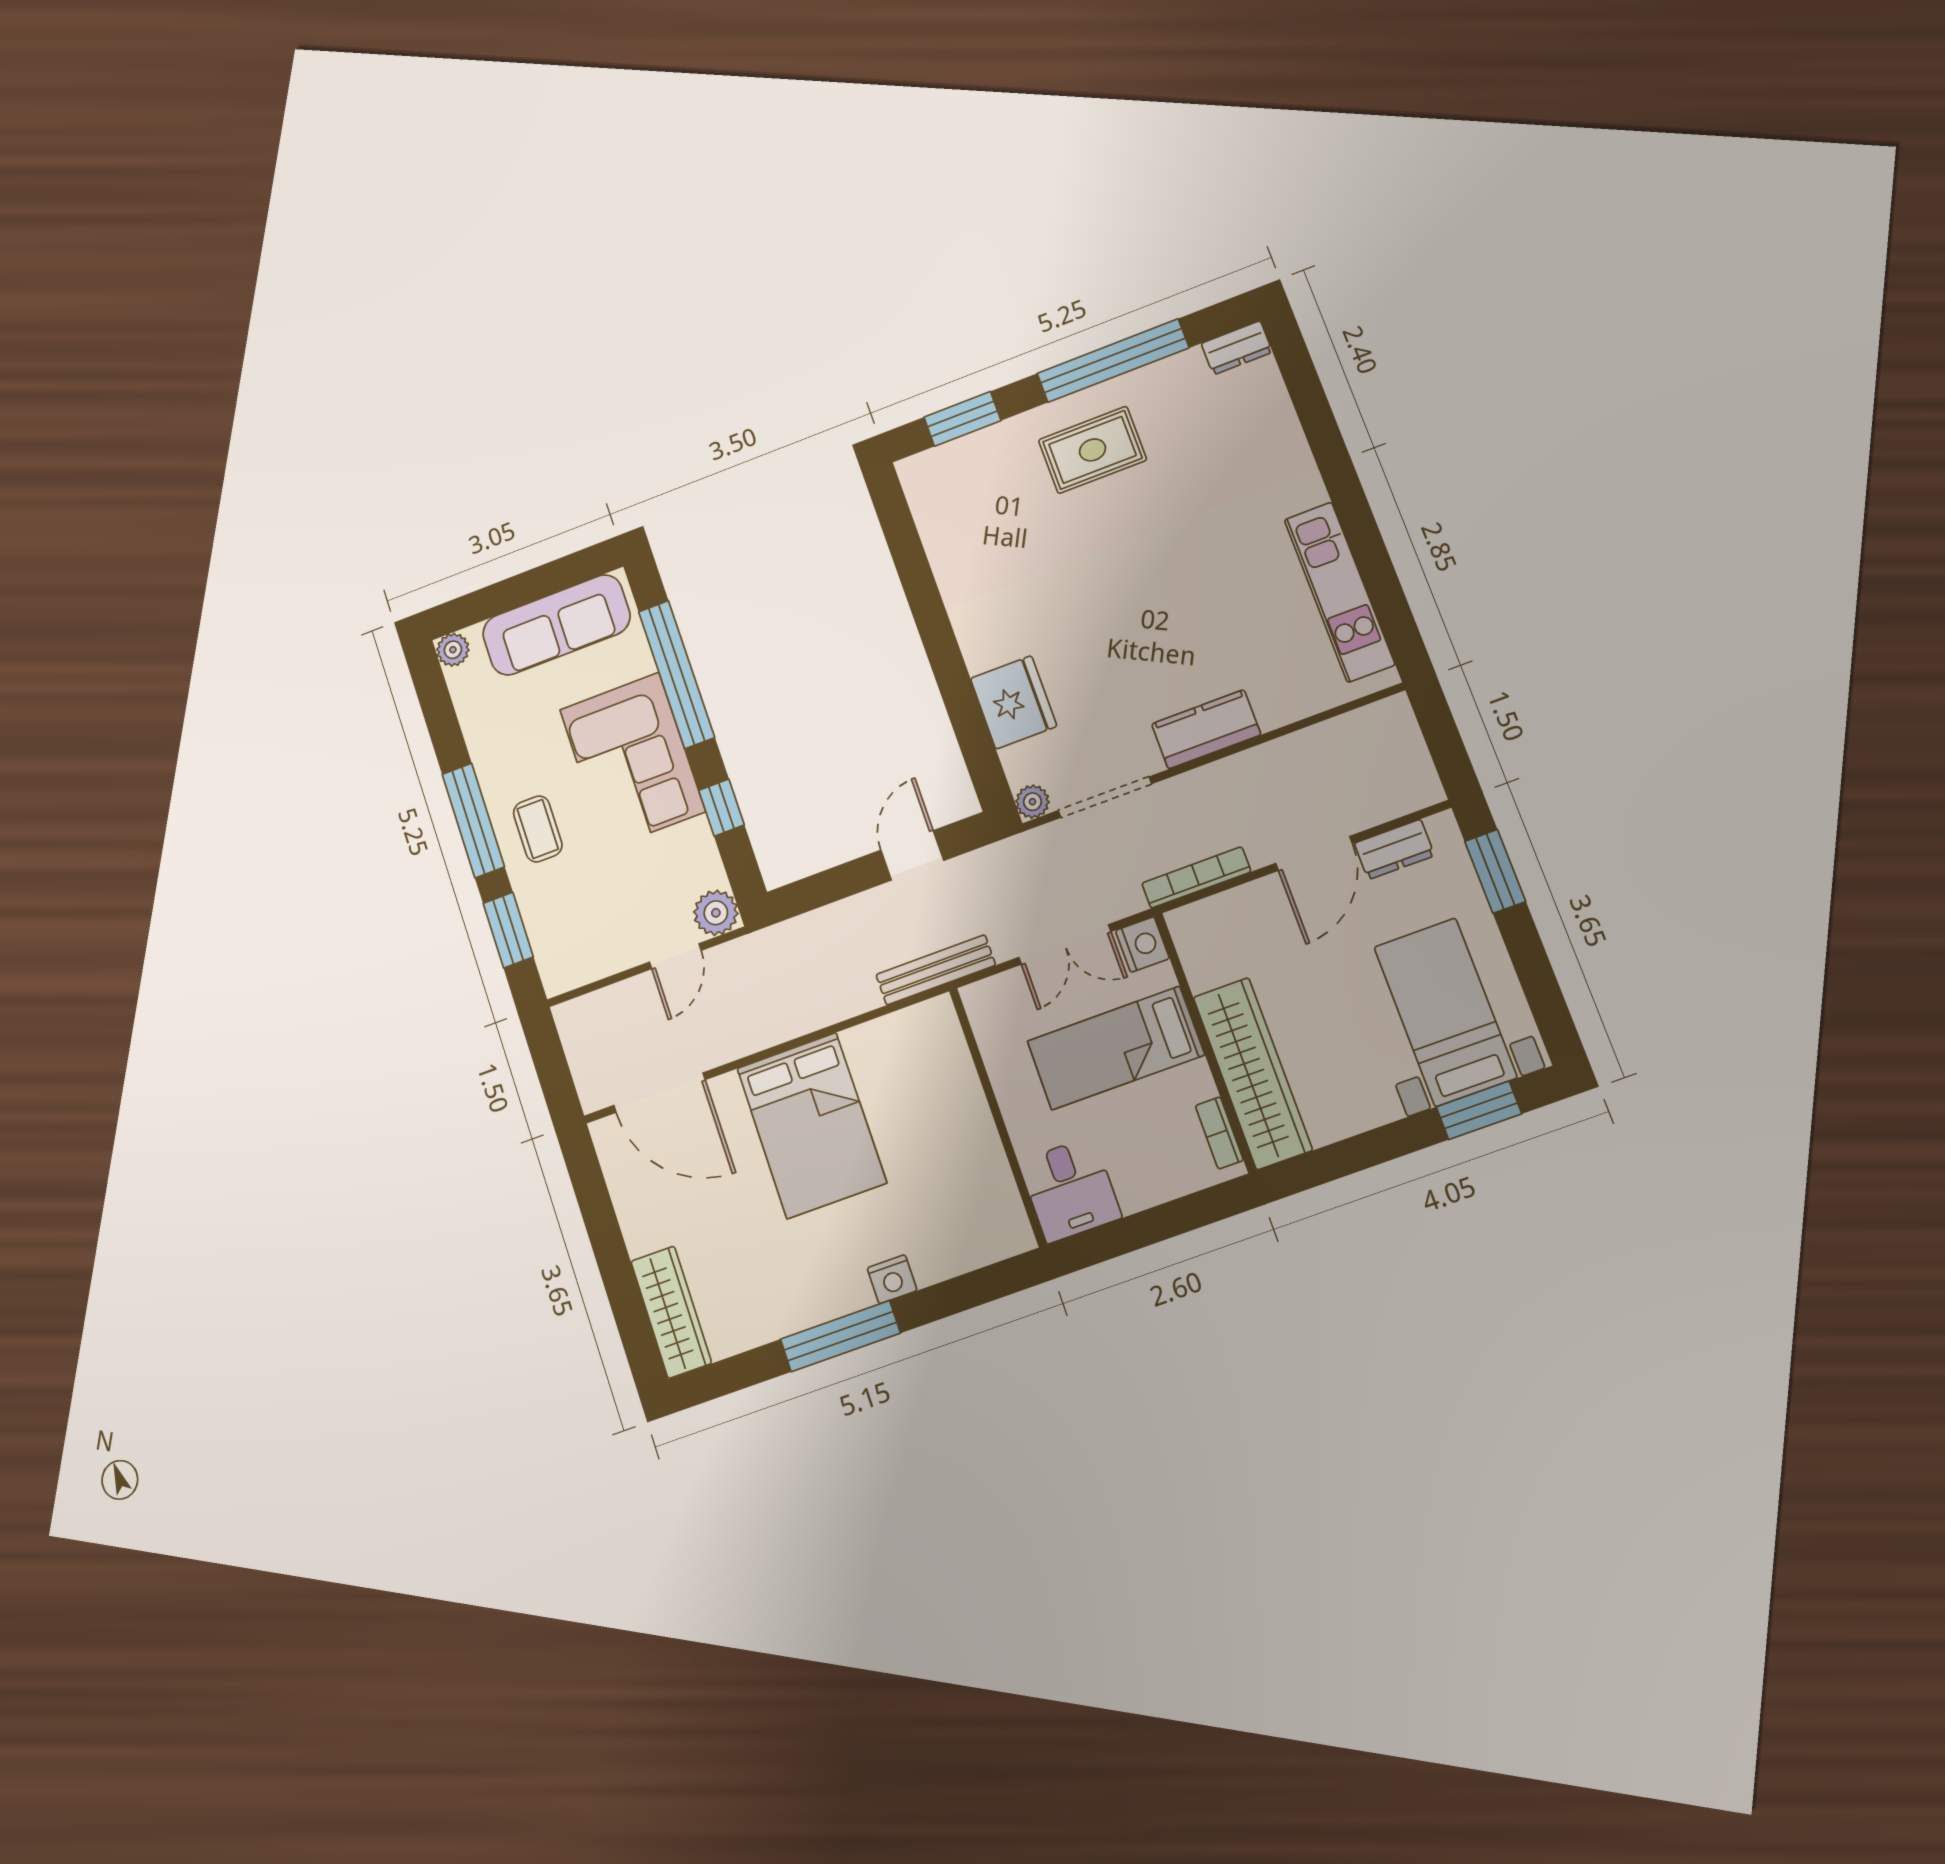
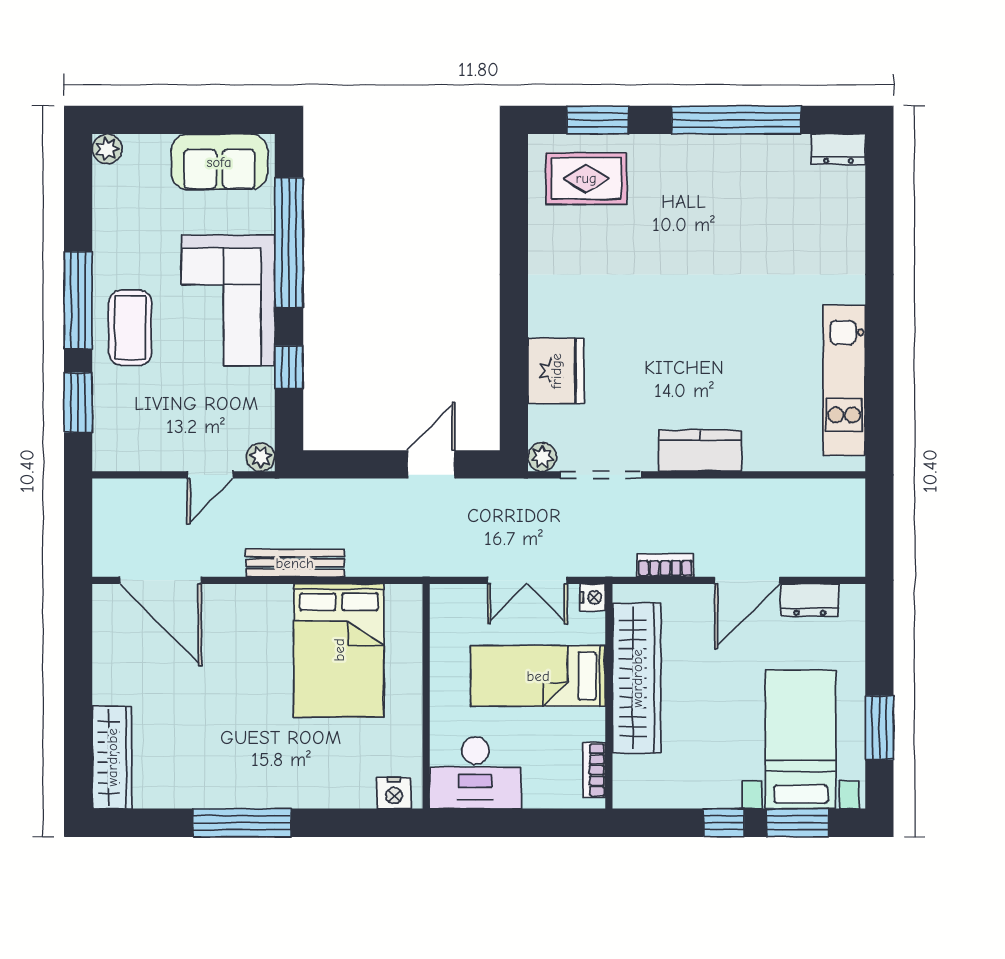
rug: (1092, 450) -> (586, 178), moved
sofa: (556, 625) -> (219, 162), width x0.73
coffee table: (538, 829) -> (130, 328), width x1.36, depth x1.30
window: (1495, 871) -> (879, 728), moved
bookcase: (1196, 877) -> (665, 565), width x0.64
plant: (716, 913) -> (261, 457), width x0.73, depth x0.73
nightstand: (1142, 944) -> (593, 597), width x0.72, depth x0.74
bench: (936, 970) -> (295, 563), moved
wardrobe: (1253, 1073) -> (637, 678), moved
bed: (812, 1125) -> (339, 650), moved
window: (1392, 1141) -> (724, 823), added
desk: (1070, 1190) -> (475, 773), width x1.37
nightstand: (892, 1279) -> (394, 793), moved

